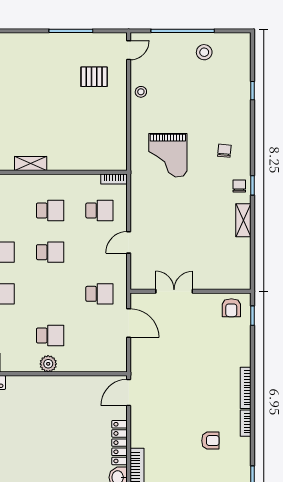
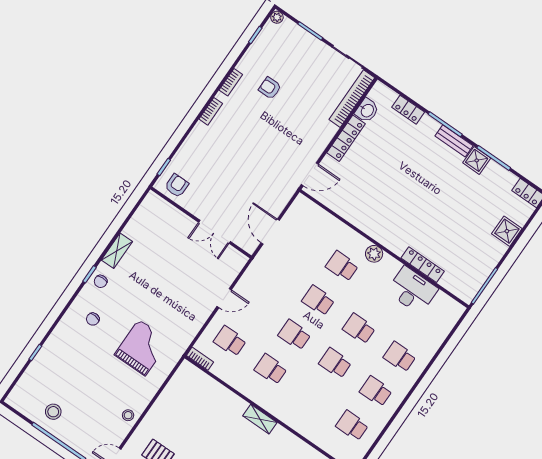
school desk: (99, 294) -> (318, 301), moved
plant: (48, 364) -> (374, 254), moved
bookcase: (246, 388) -> (211, 111), width x0.64

